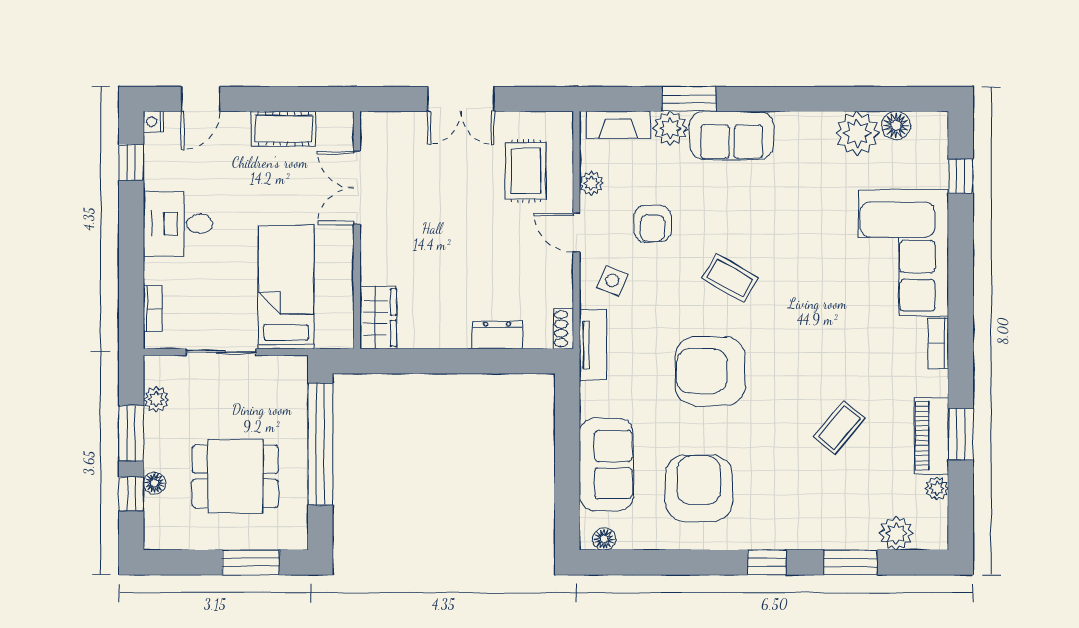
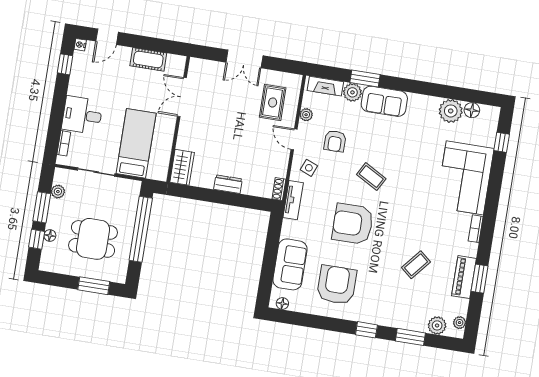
desk: (178, 224) -> (82, 115), moved
dresser: (497, 335) -> (228, 184), moved
plant: (937, 488) -> (460, 323), moved

